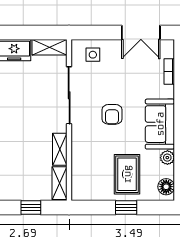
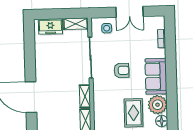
double door: (141, 33) -> (129, 12), moved
armchair: (112, 114) -> (122, 70), turned -90
plant: (167, 158) -> (158, 105), width x1.88, depth x1.88

